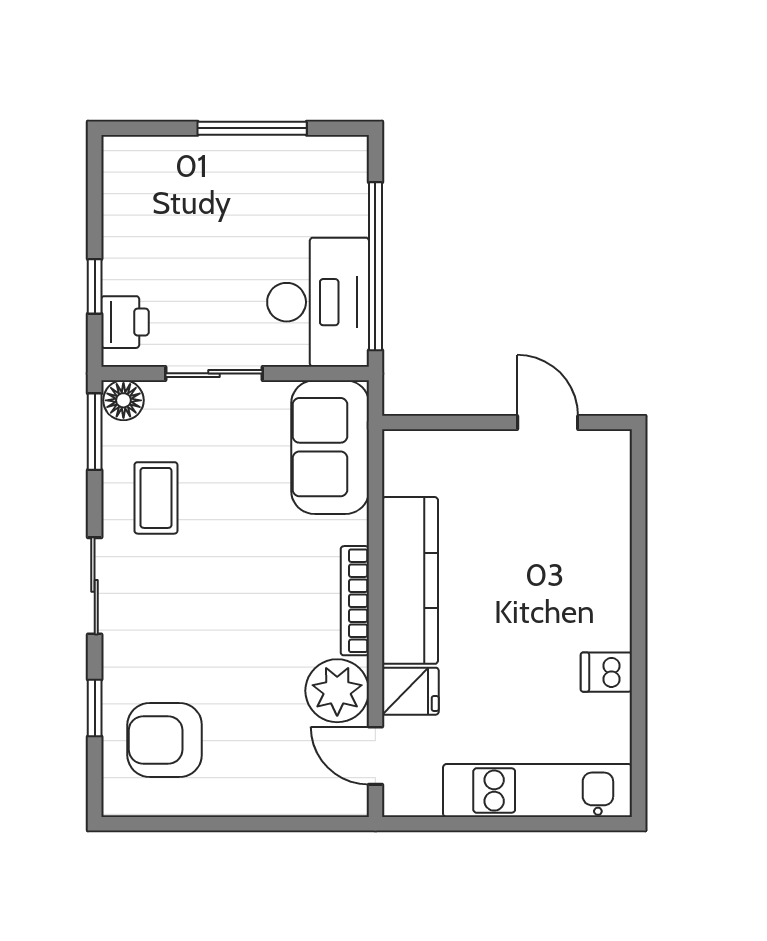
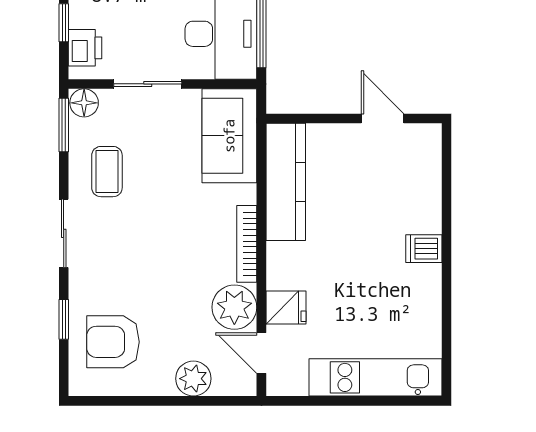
kitchen counter: (410, 580) -> (286, 182), moved
dishwasher: (606, 672) -> (424, 249), moved
plant: (279, 792) -> (193, 379), added

